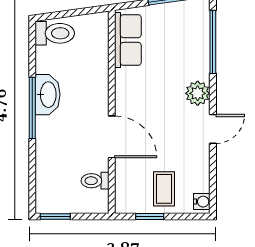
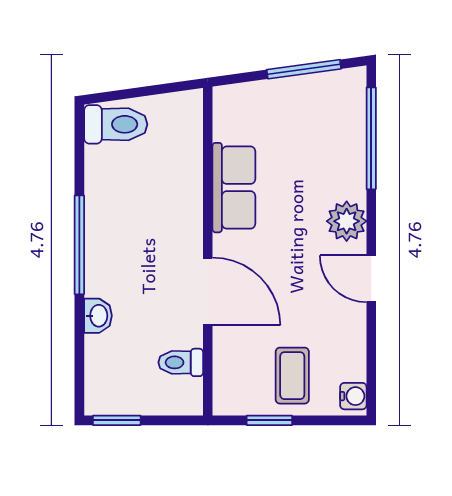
row of seats: (128, 40) -> (234, 188), moved
washbasin: (48, 95) -> (98, 316), moved, width x0.52, depth x0.69
door: (213, 129) -> (371, 279), swing flipped

